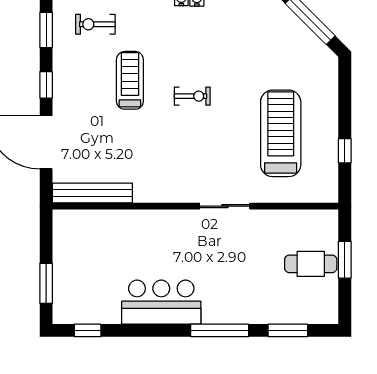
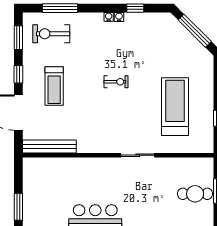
exercise bike: (95, 24) -> (51, 34), width x1.38, depth x1.39
treadmill: (130, 80) -> (54, 86), moved, turned 180

